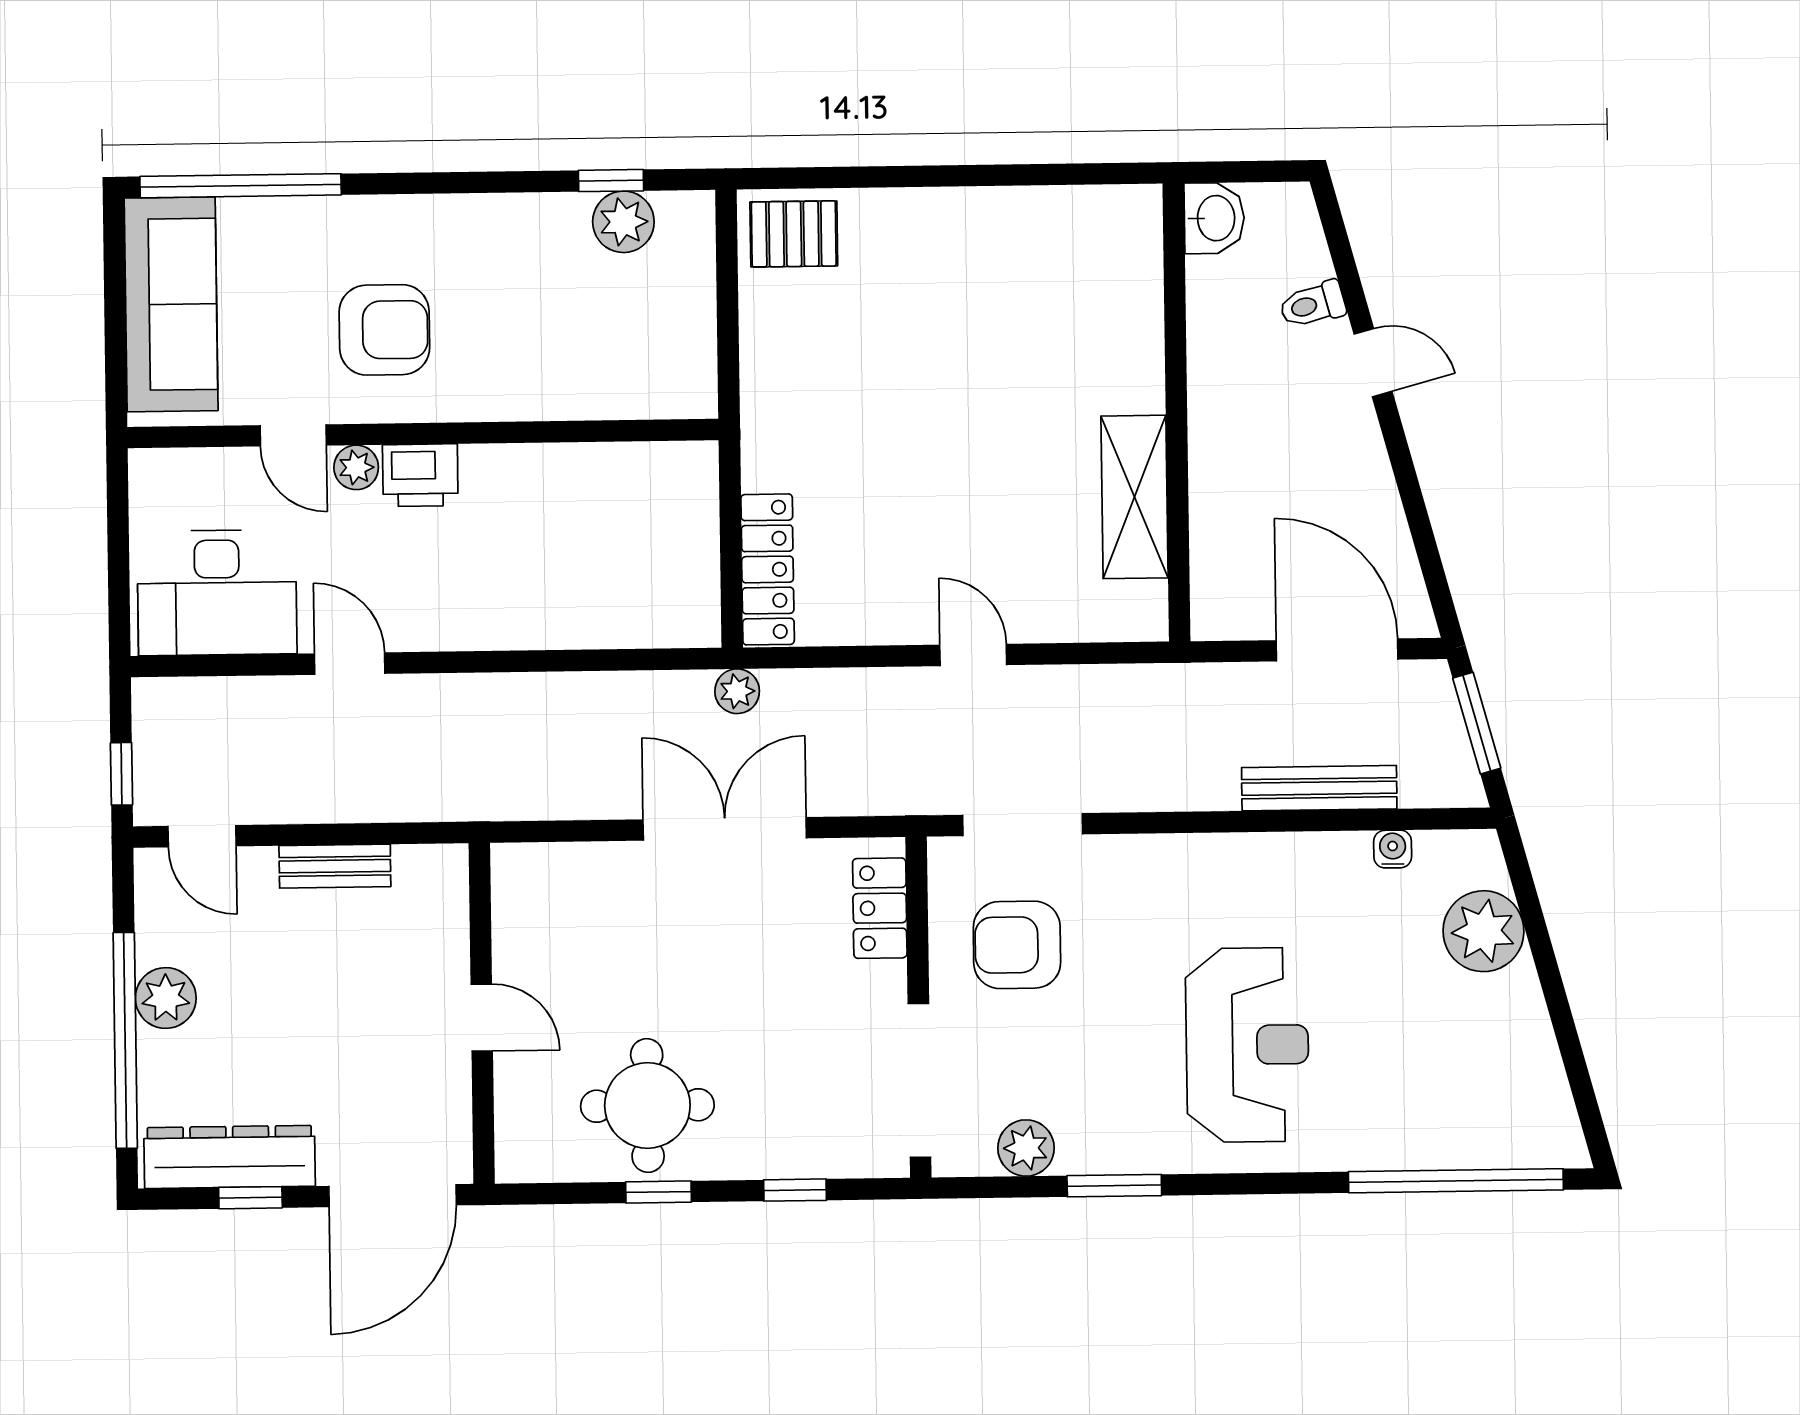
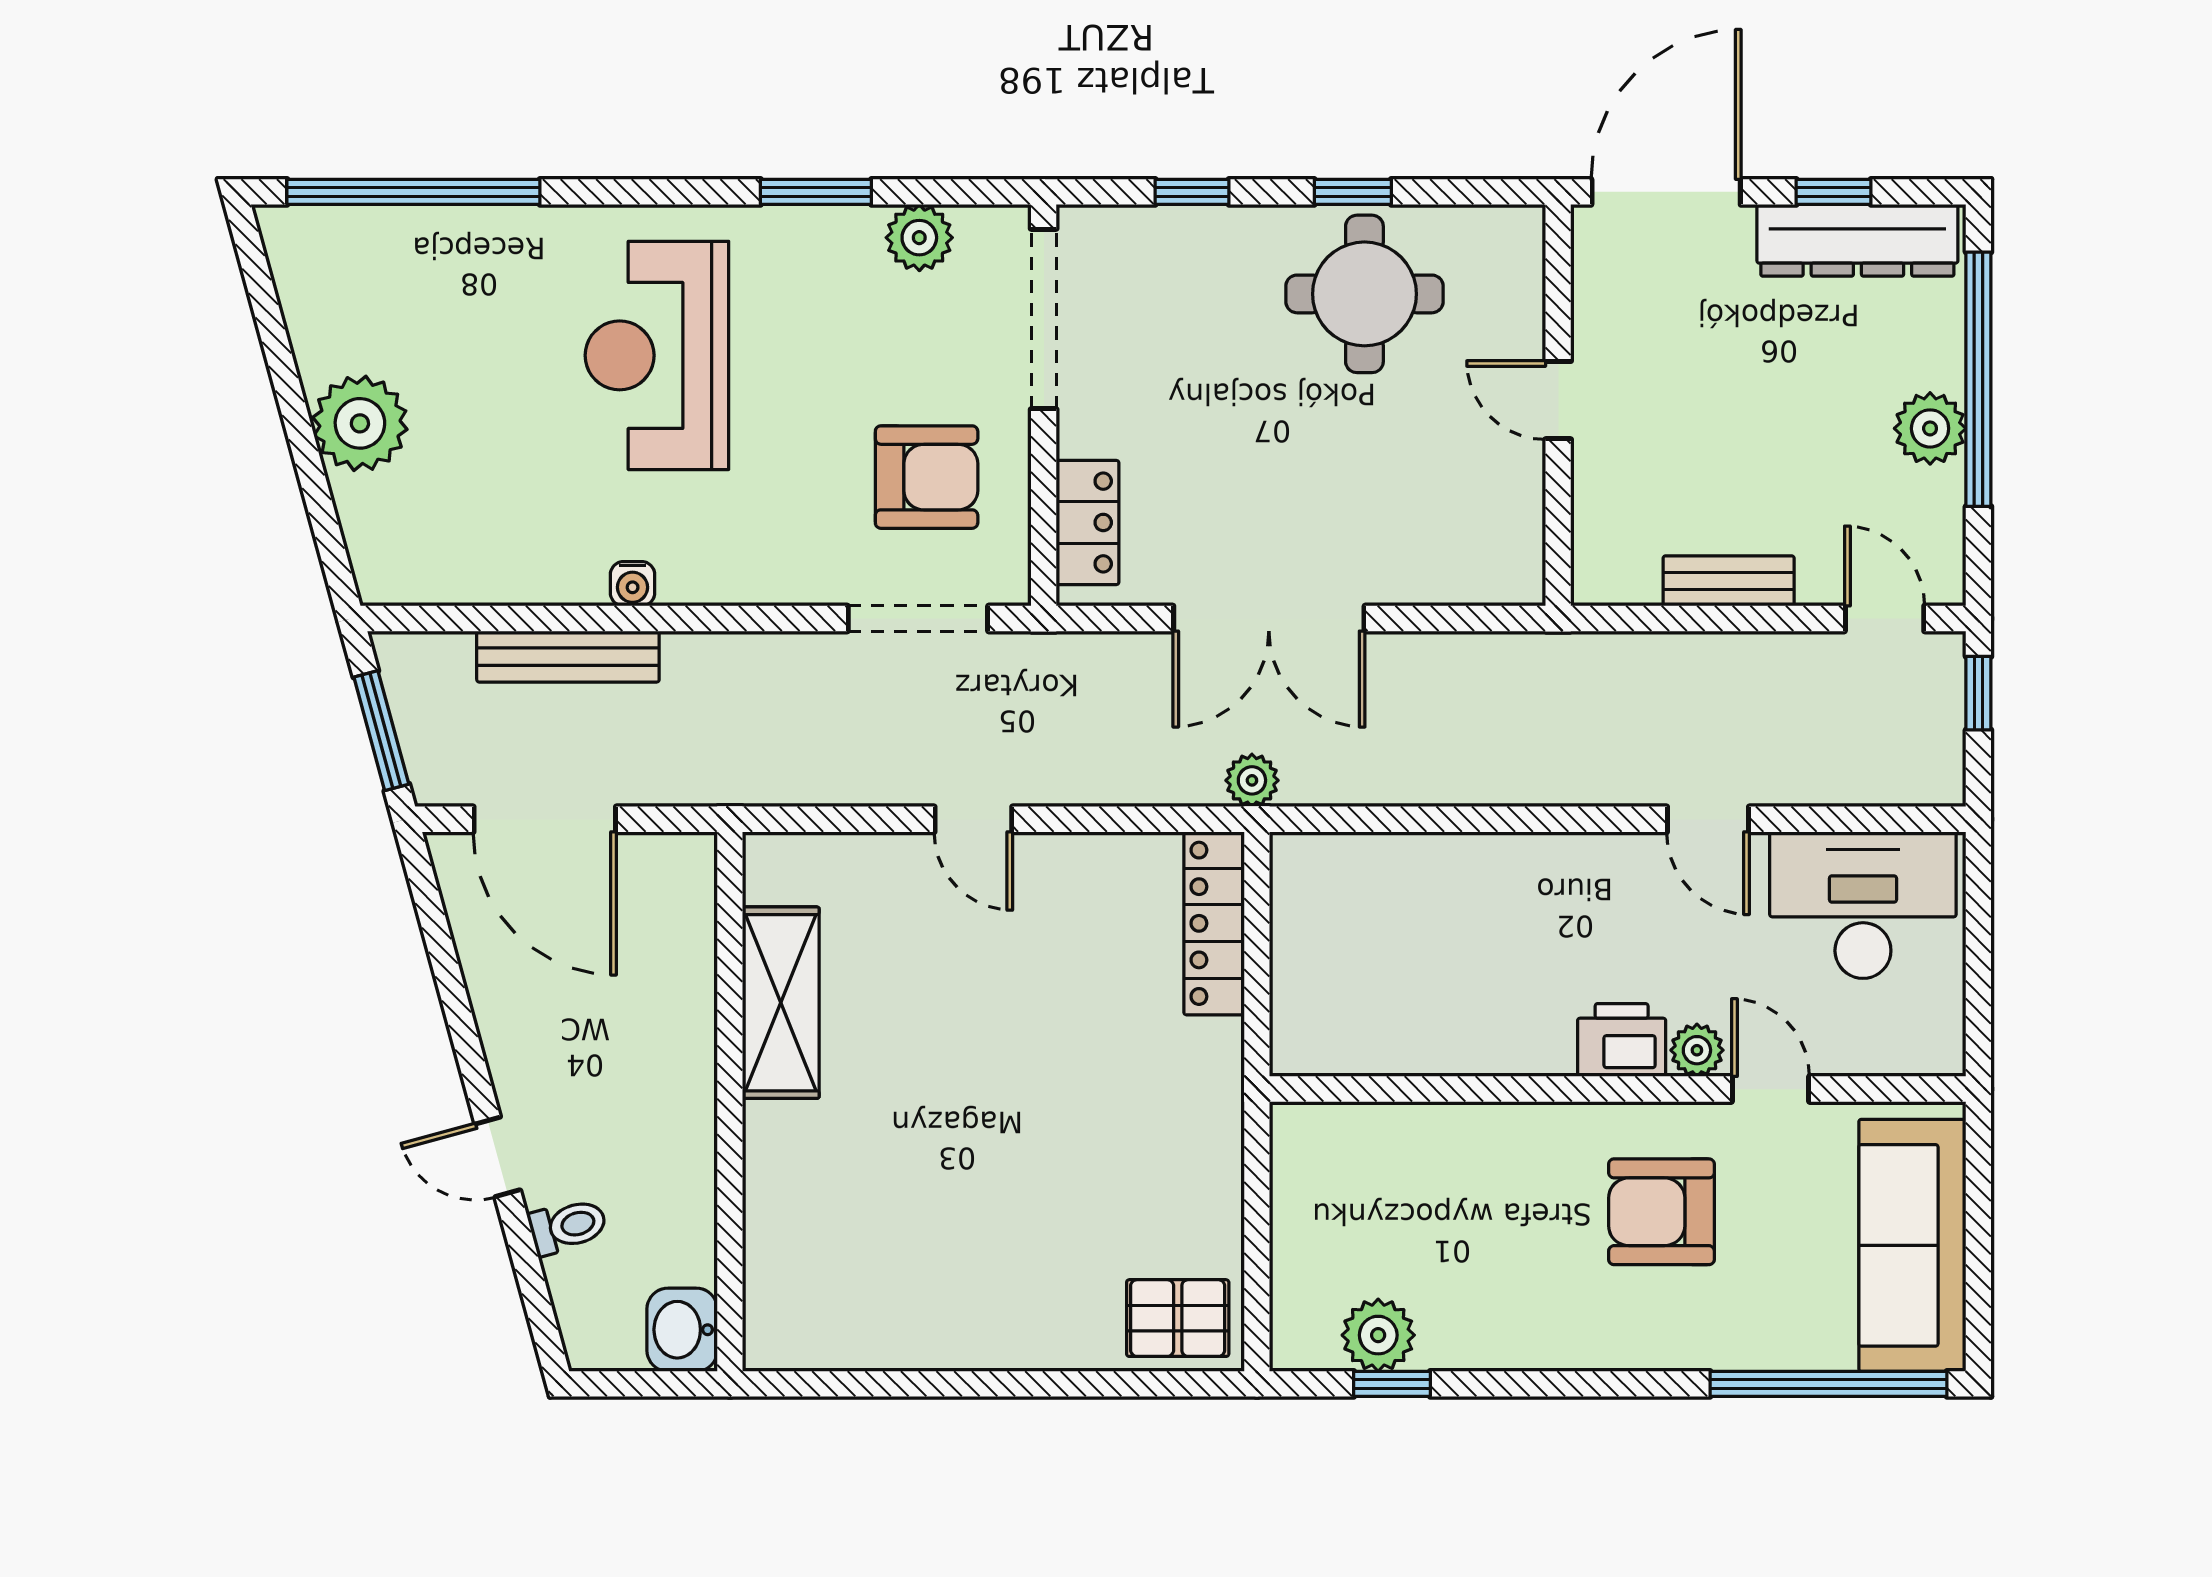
water cooler: (1393, 849) -> (633, 584), moved
plant: (1483, 931) -> (360, 423), moved

